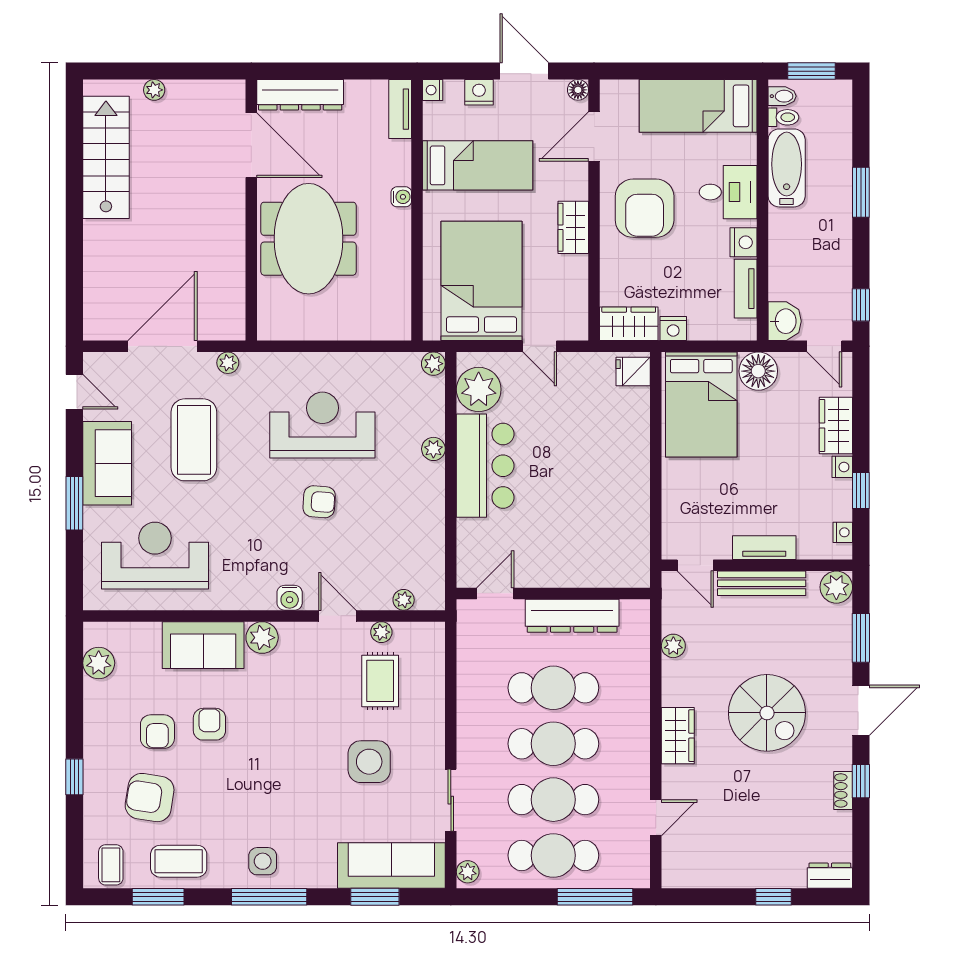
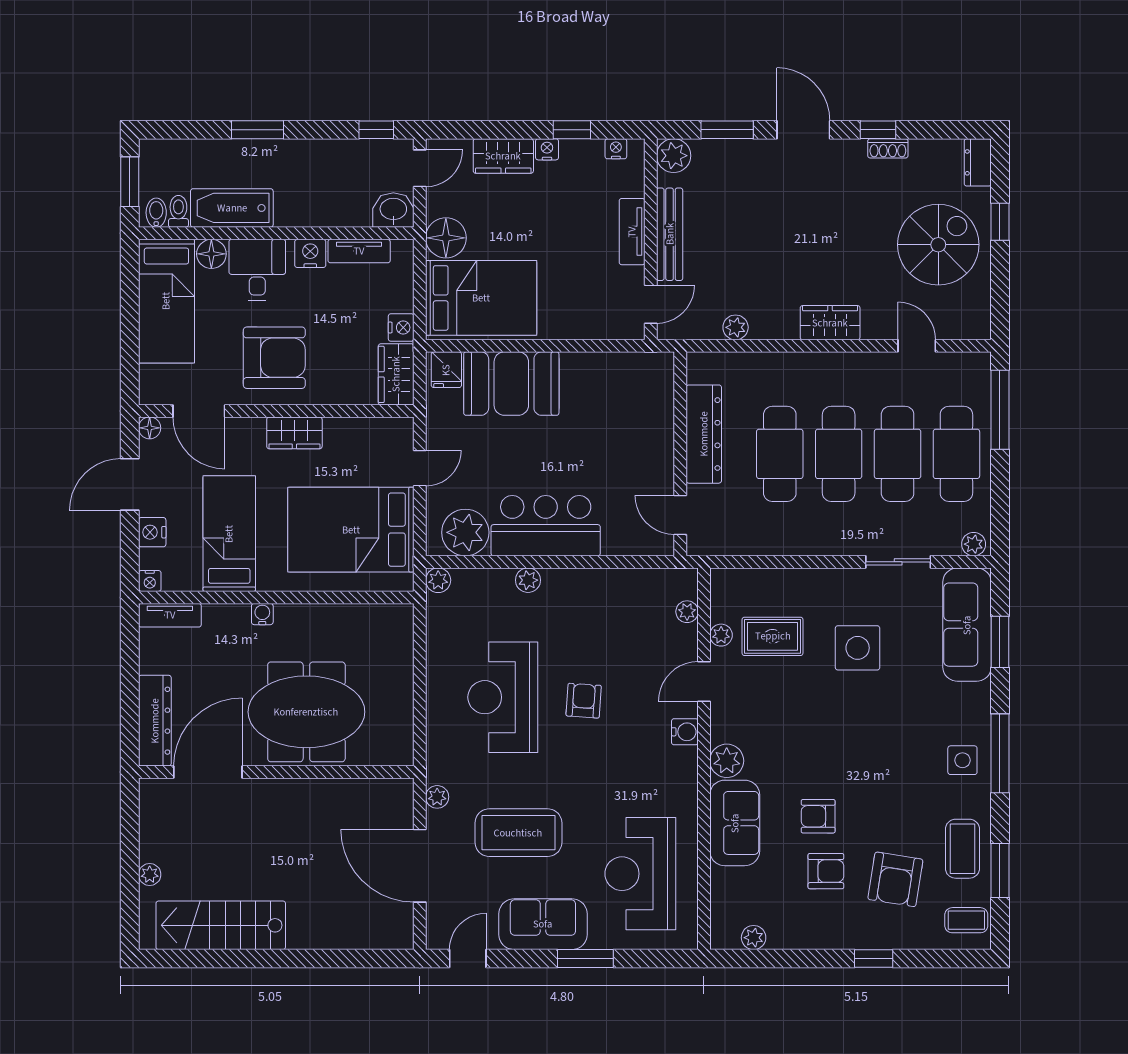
floor lamp: (743, 149) -> (211, 254), added
booth: (620, 433) -> (511, 384), added
plant: (99, 663) -> (754, 938), width x0.73, depth x0.73
spiral stairs: (767, 713) -> (938, 245), moved

